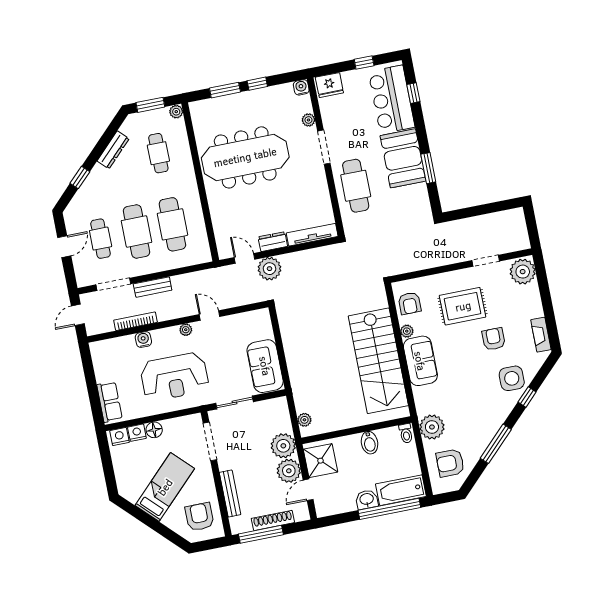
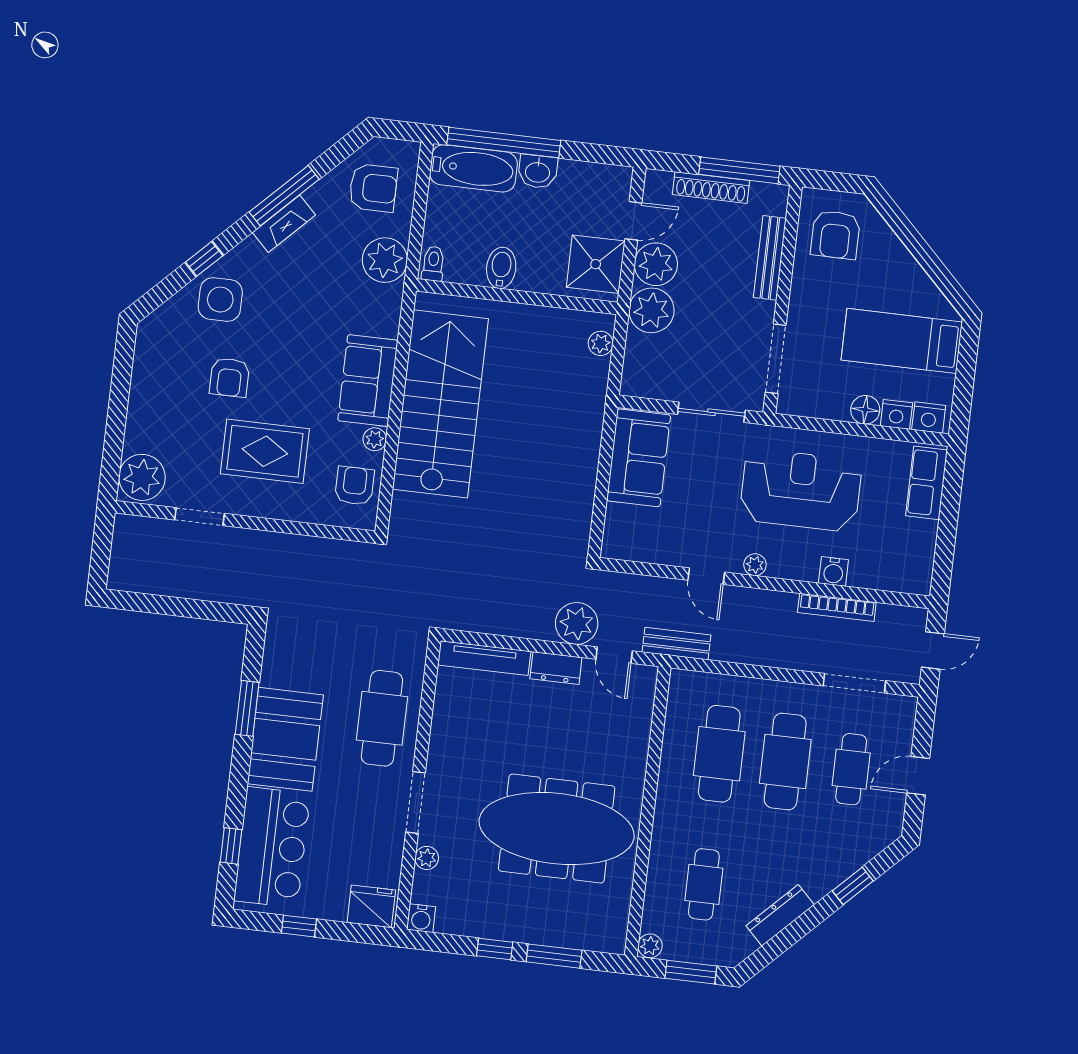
bench: (153, 287) -> (676, 644), moved
fireplace: (541, 335) -> (284, 224), moved, turned 45
bed: (165, 487) -> (902, 341), moved, turned 45

